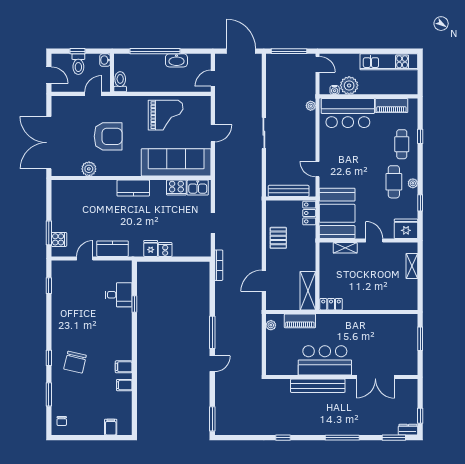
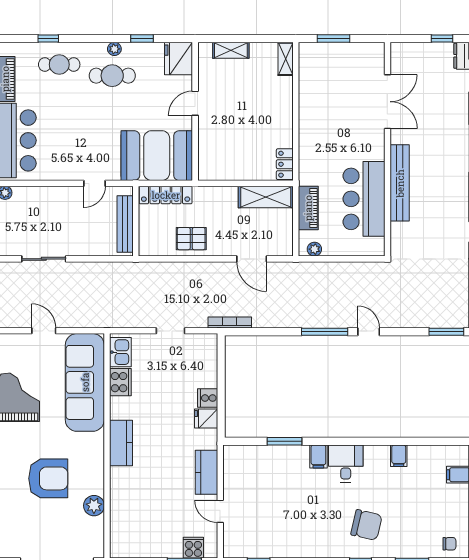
armchair: (108, 136) -> (48, 478), turned 90
locker: (309, 213) -> (166, 195), width x1.53
shelving: (345, 248) -> (286, 59), moved
desk: (119, 295) -> (346, 463), moved
window: (134, 304) -> (285, 441), width x1.50
bar counter: (325, 360) -> (364, 199), moved
filing cabinet: (124, 367) -> (318, 456), moved

